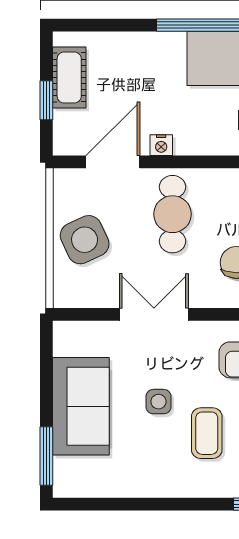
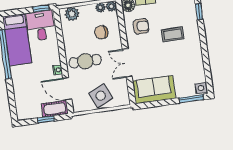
cot: (69, 77) -> (55, 109), moved
side table: (158, 402) -> (201, 88), moved
sofa: (81, 406) -> (154, 90), moved

